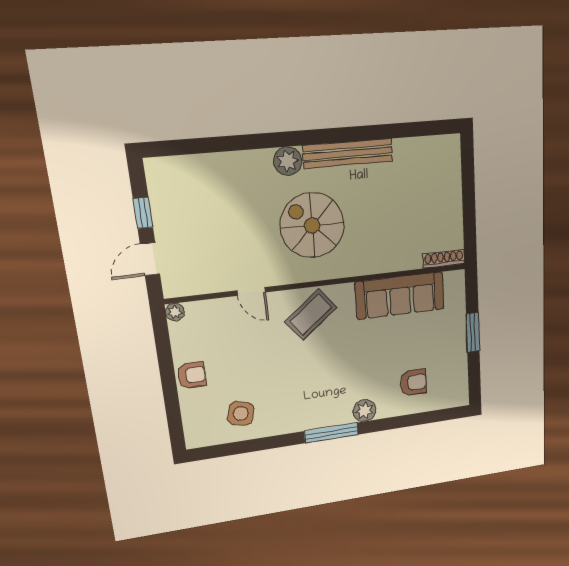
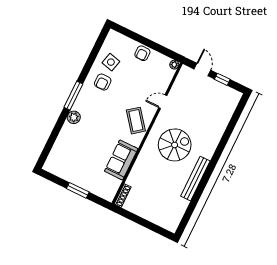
plant: (288, 161) -> (207, 151), removed
sofa: (400, 296) -> (121, 160), width x0.73
armchair: (414, 382) -> (103, 82), moved

